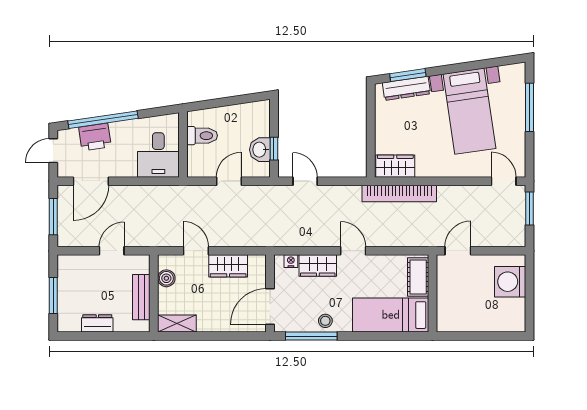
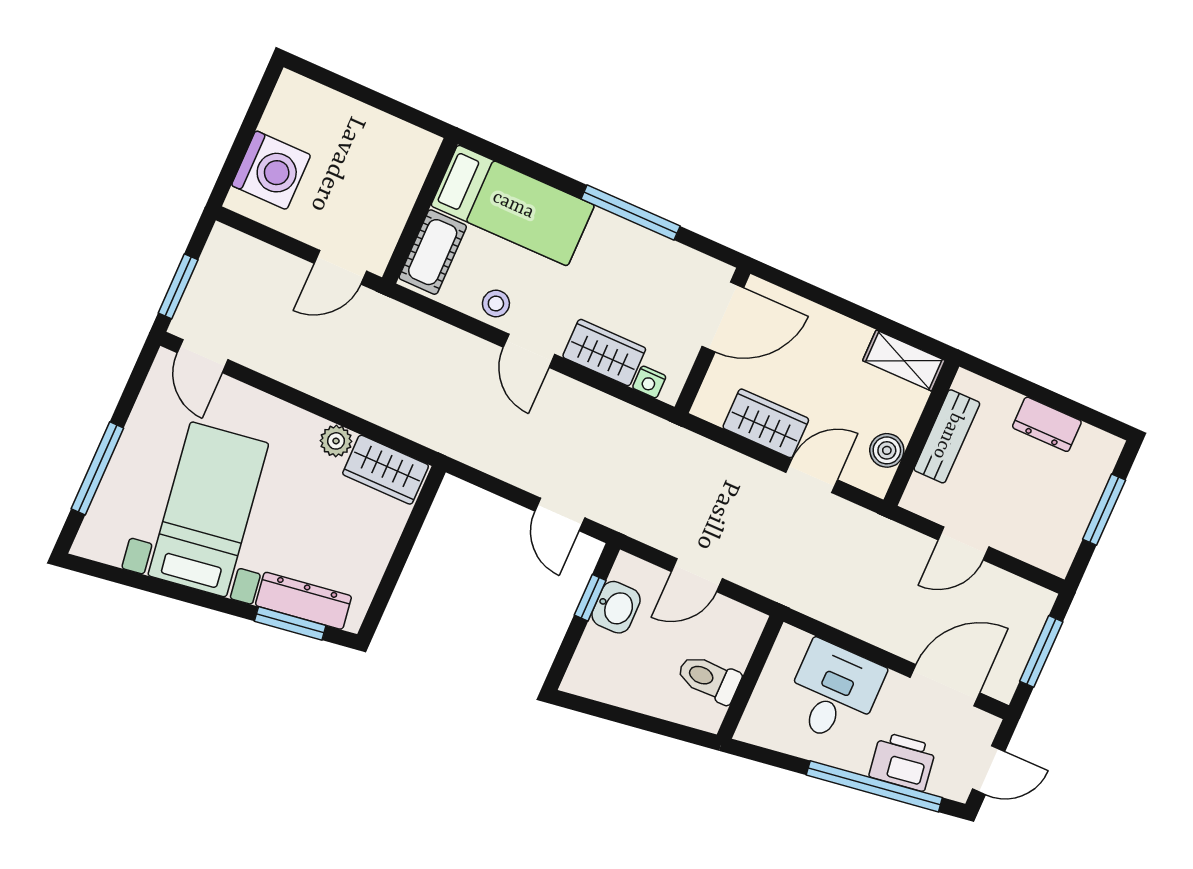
desk: (158, 155) -> (834, 692), moved
plant: (424, 169) -> (336, 441), added
bookcase: (399, 193) -> (400, 417), removed
door: (196, 251) -> (812, 476), swing flipped
stool: (325, 321) -> (496, 304), moved
window: (311, 336) -> (631, 212), moved

